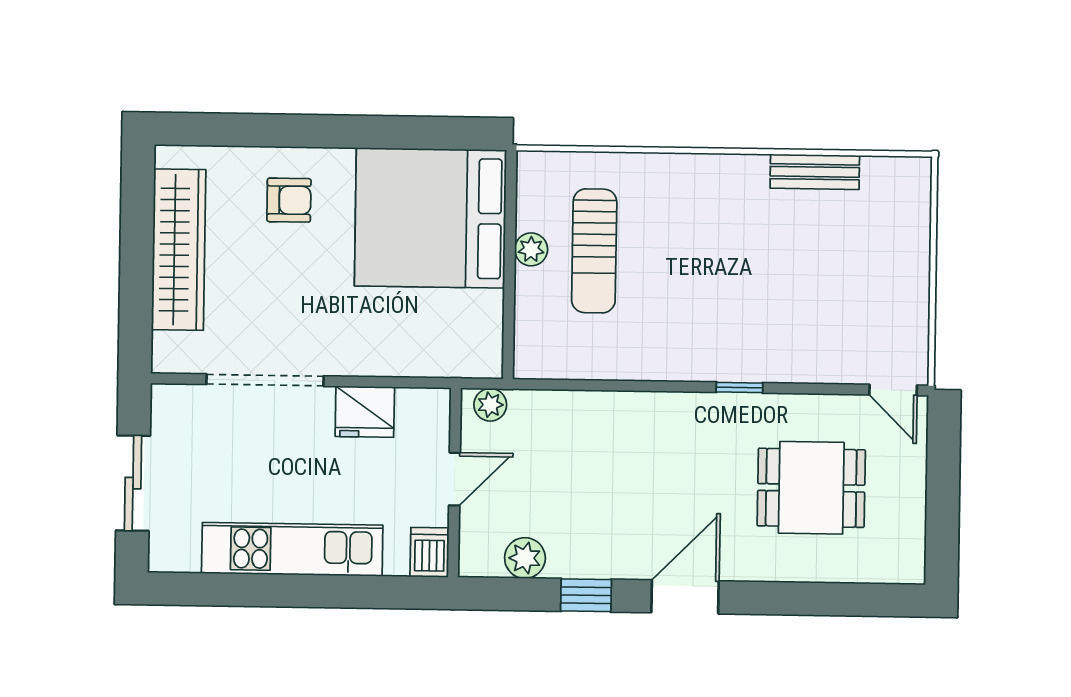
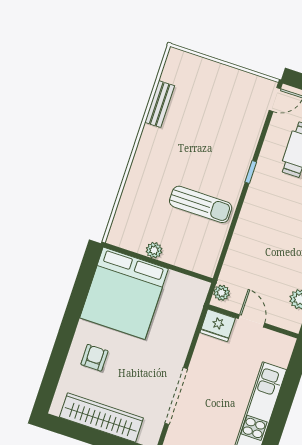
sun lounger: (594, 251) -> (201, 204), moved
fridge: (365, 412) -> (218, 325), moved, turned 90
dishwasher: (429, 552) -> (282, 344), removed

